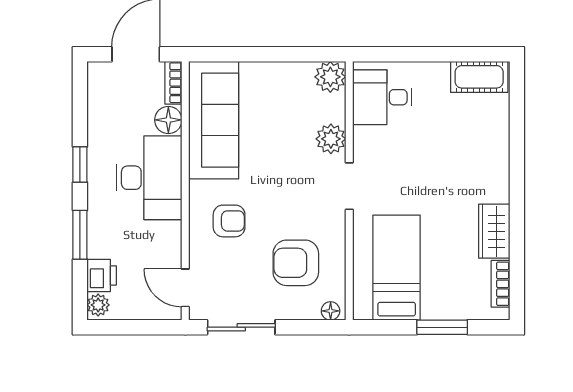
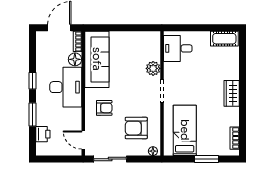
plant: (330, 77) -> (153, 39), removed
wardrobe: (494, 231) -> (232, 93), moved
plant: (98, 305) -> (41, 148), removed

